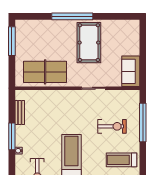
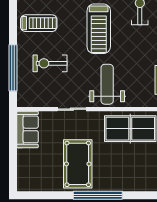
weight bench: (64, 109) -> (107, 84), added

